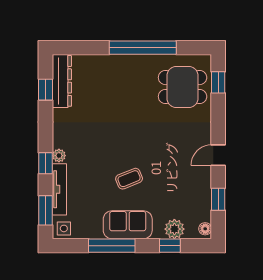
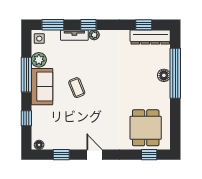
window: (143, 48) -> (175, 73), moved
floor lamp: (113, 63) -> (164, 75), added
tv unit: (59, 189) -> (74, 35), width x0.71
plant: (174, 229) -> (39, 60), moved

